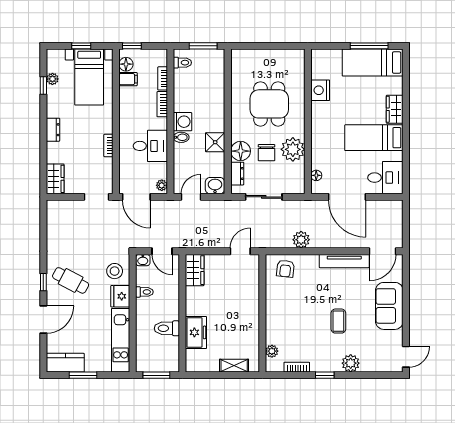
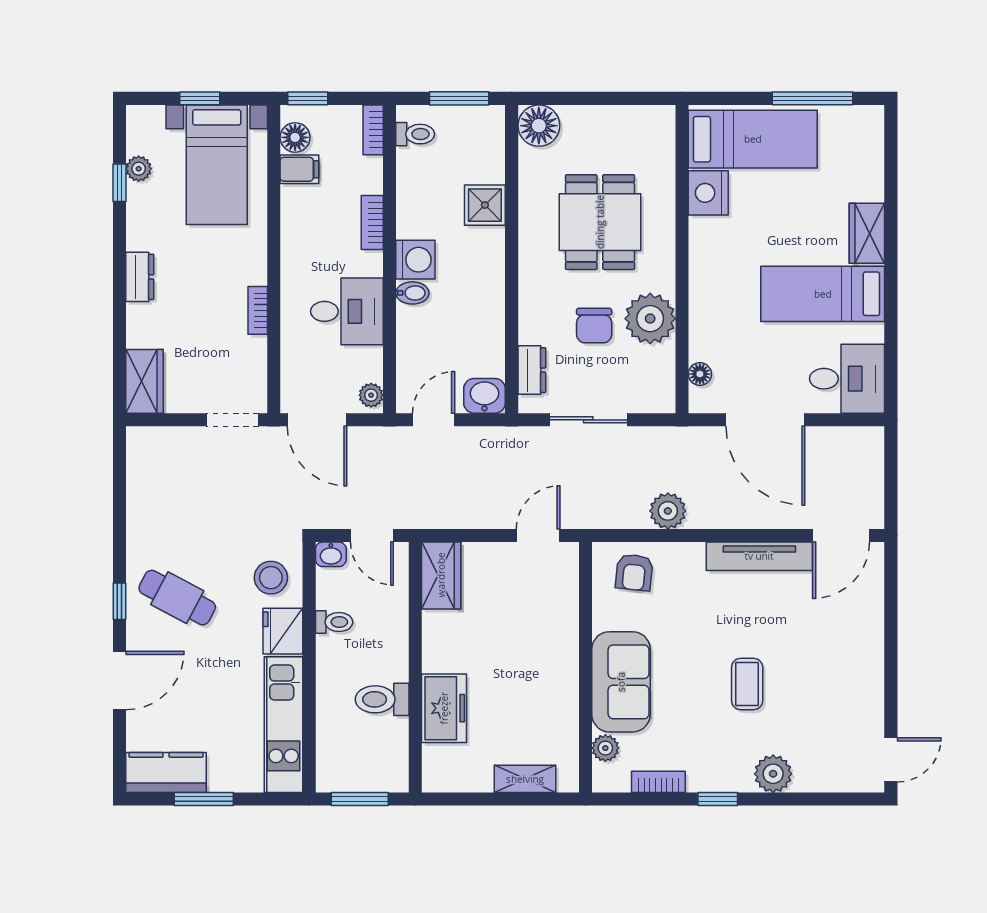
bed: (373, 63) -> (753, 139), moved, turned 180
bookcase: (163, 78) -> (373, 130), moved
shower: (215, 142) -> (485, 205), moved
floor lamp: (241, 151) -> (539, 126), moved
sofa: (389, 306) -> (621, 682), moved, turned 180

